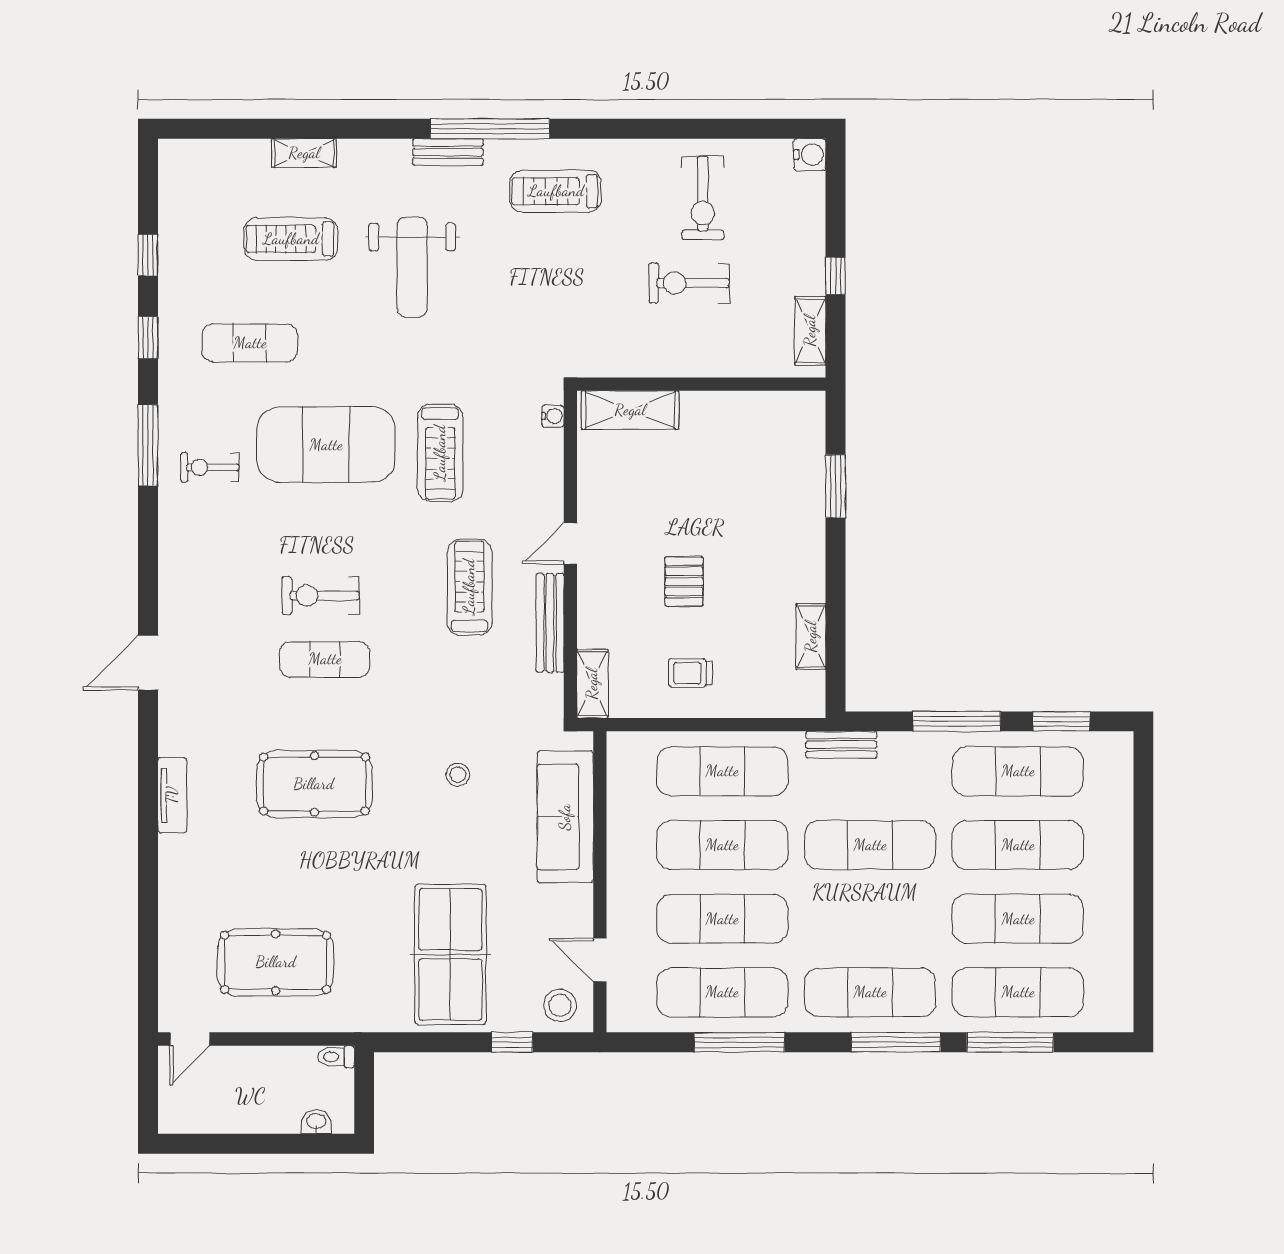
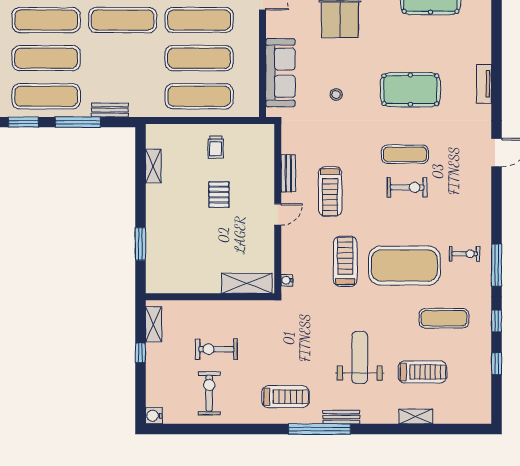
exercise bike: (689, 283) -> (216, 349), turned 180
bench: (550, 623) -> (288, 173), width x0.73
trolley: (690, 673) -> (216, 147), turned 90
shelving: (592, 684) -> (266, 142), removed
bench: (841, 745) -> (110, 110), moved
exercise mat: (870, 845) -> (123, 20), moved

